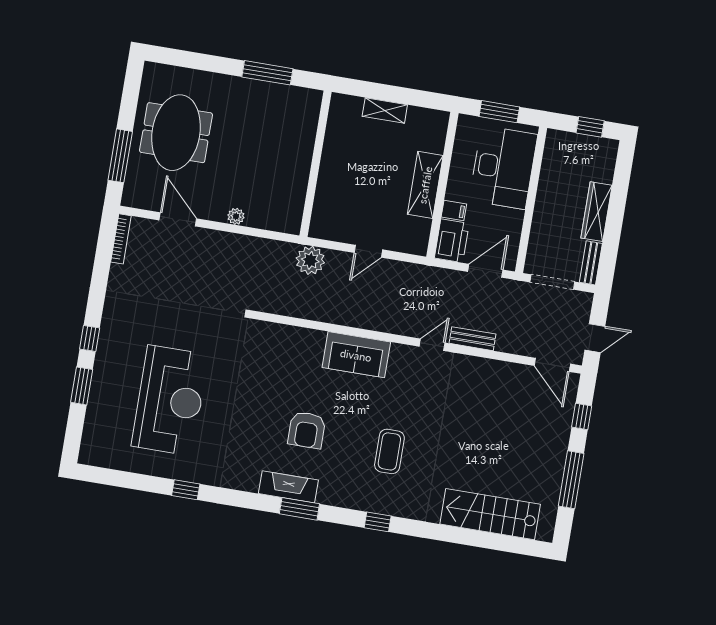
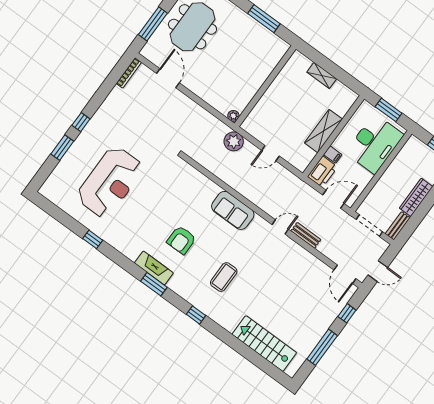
plant: (236, 216) -> (233, 116), moved

